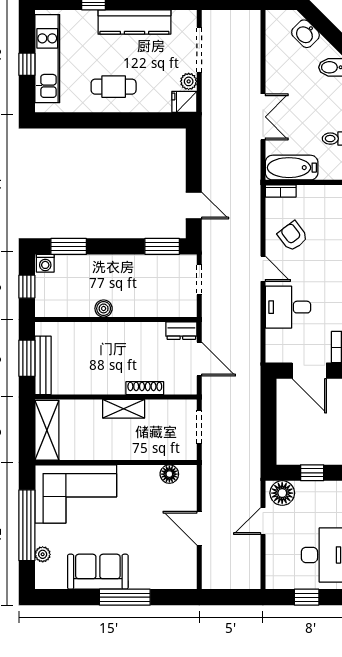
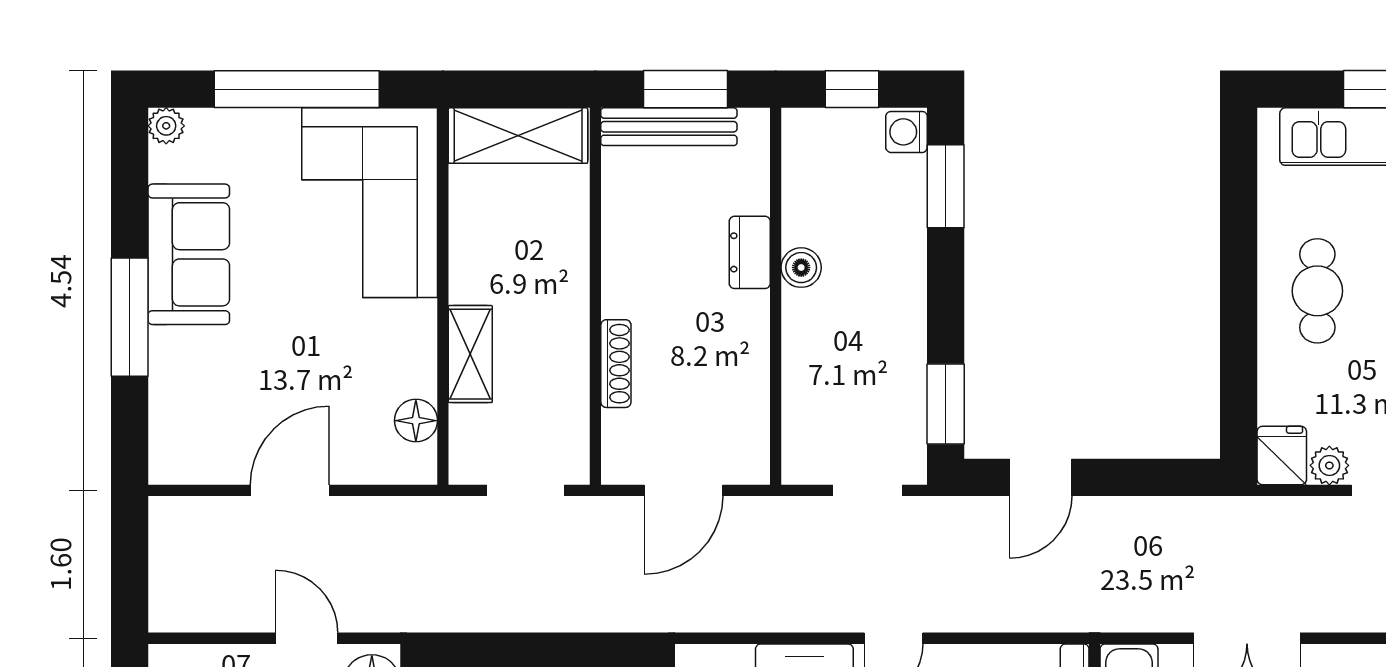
dresser: (181, 331) -> (750, 252), moved
shelving: (124, 409) -> (470, 354), moved
plant: (43, 554) -> (166, 126), moved

